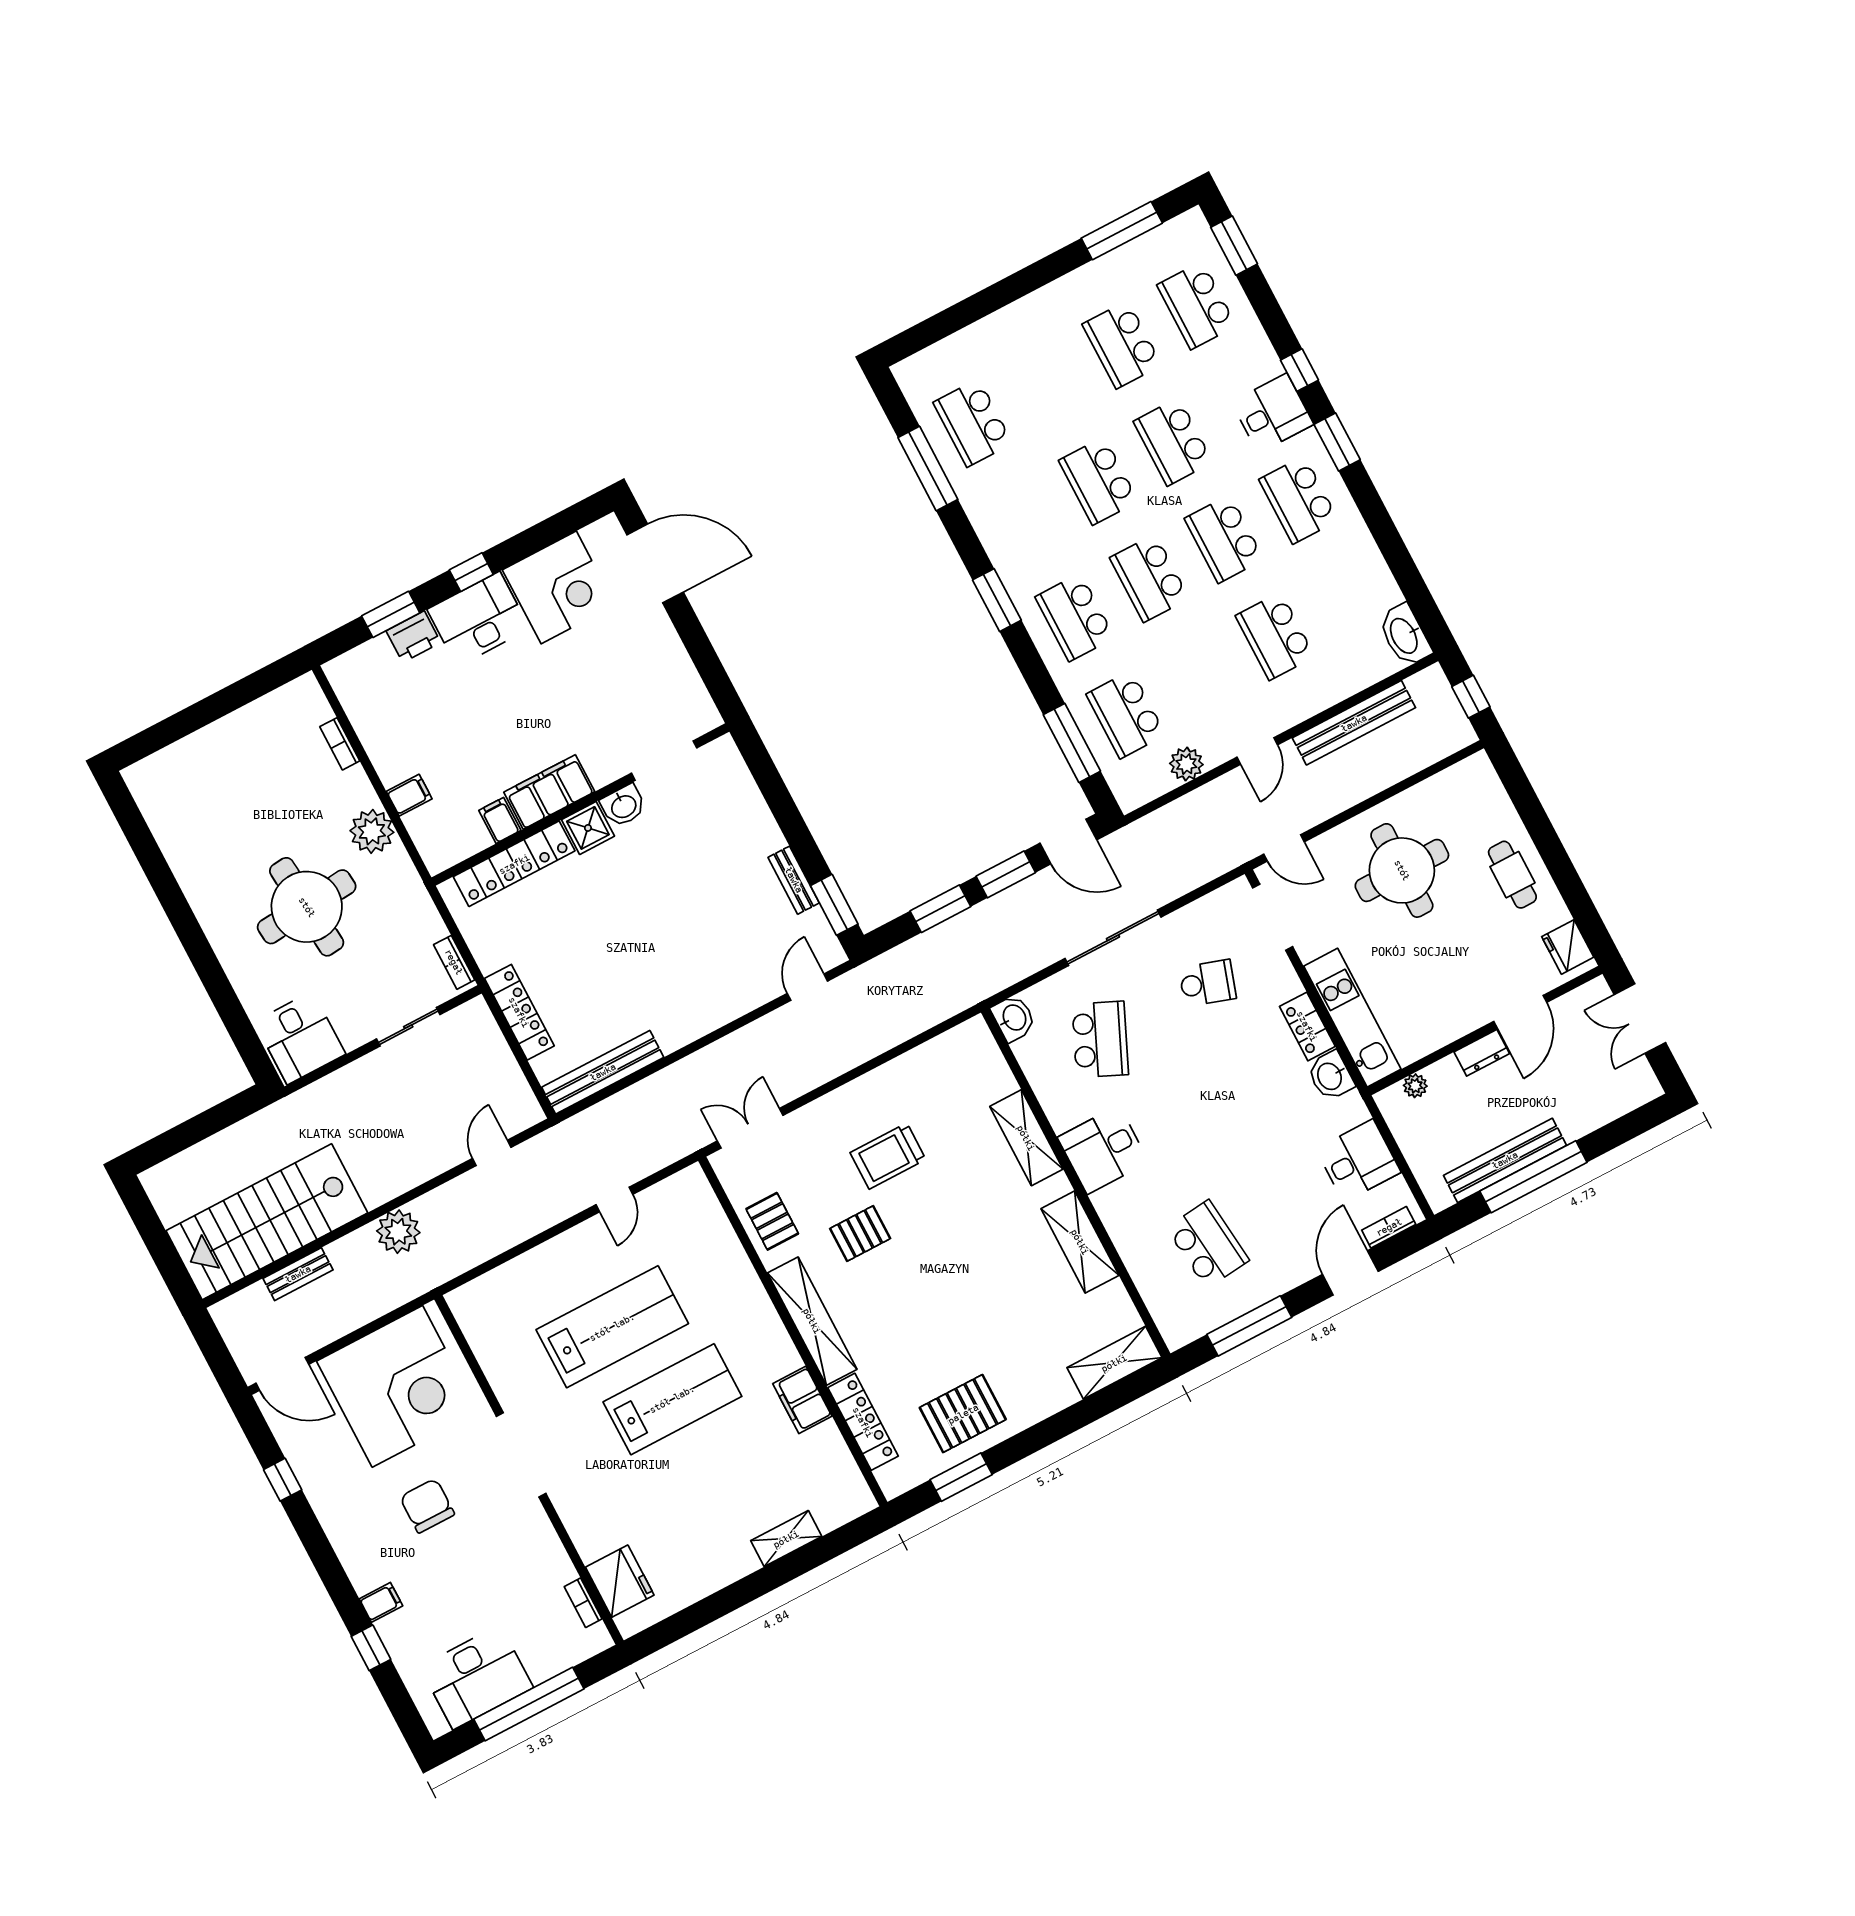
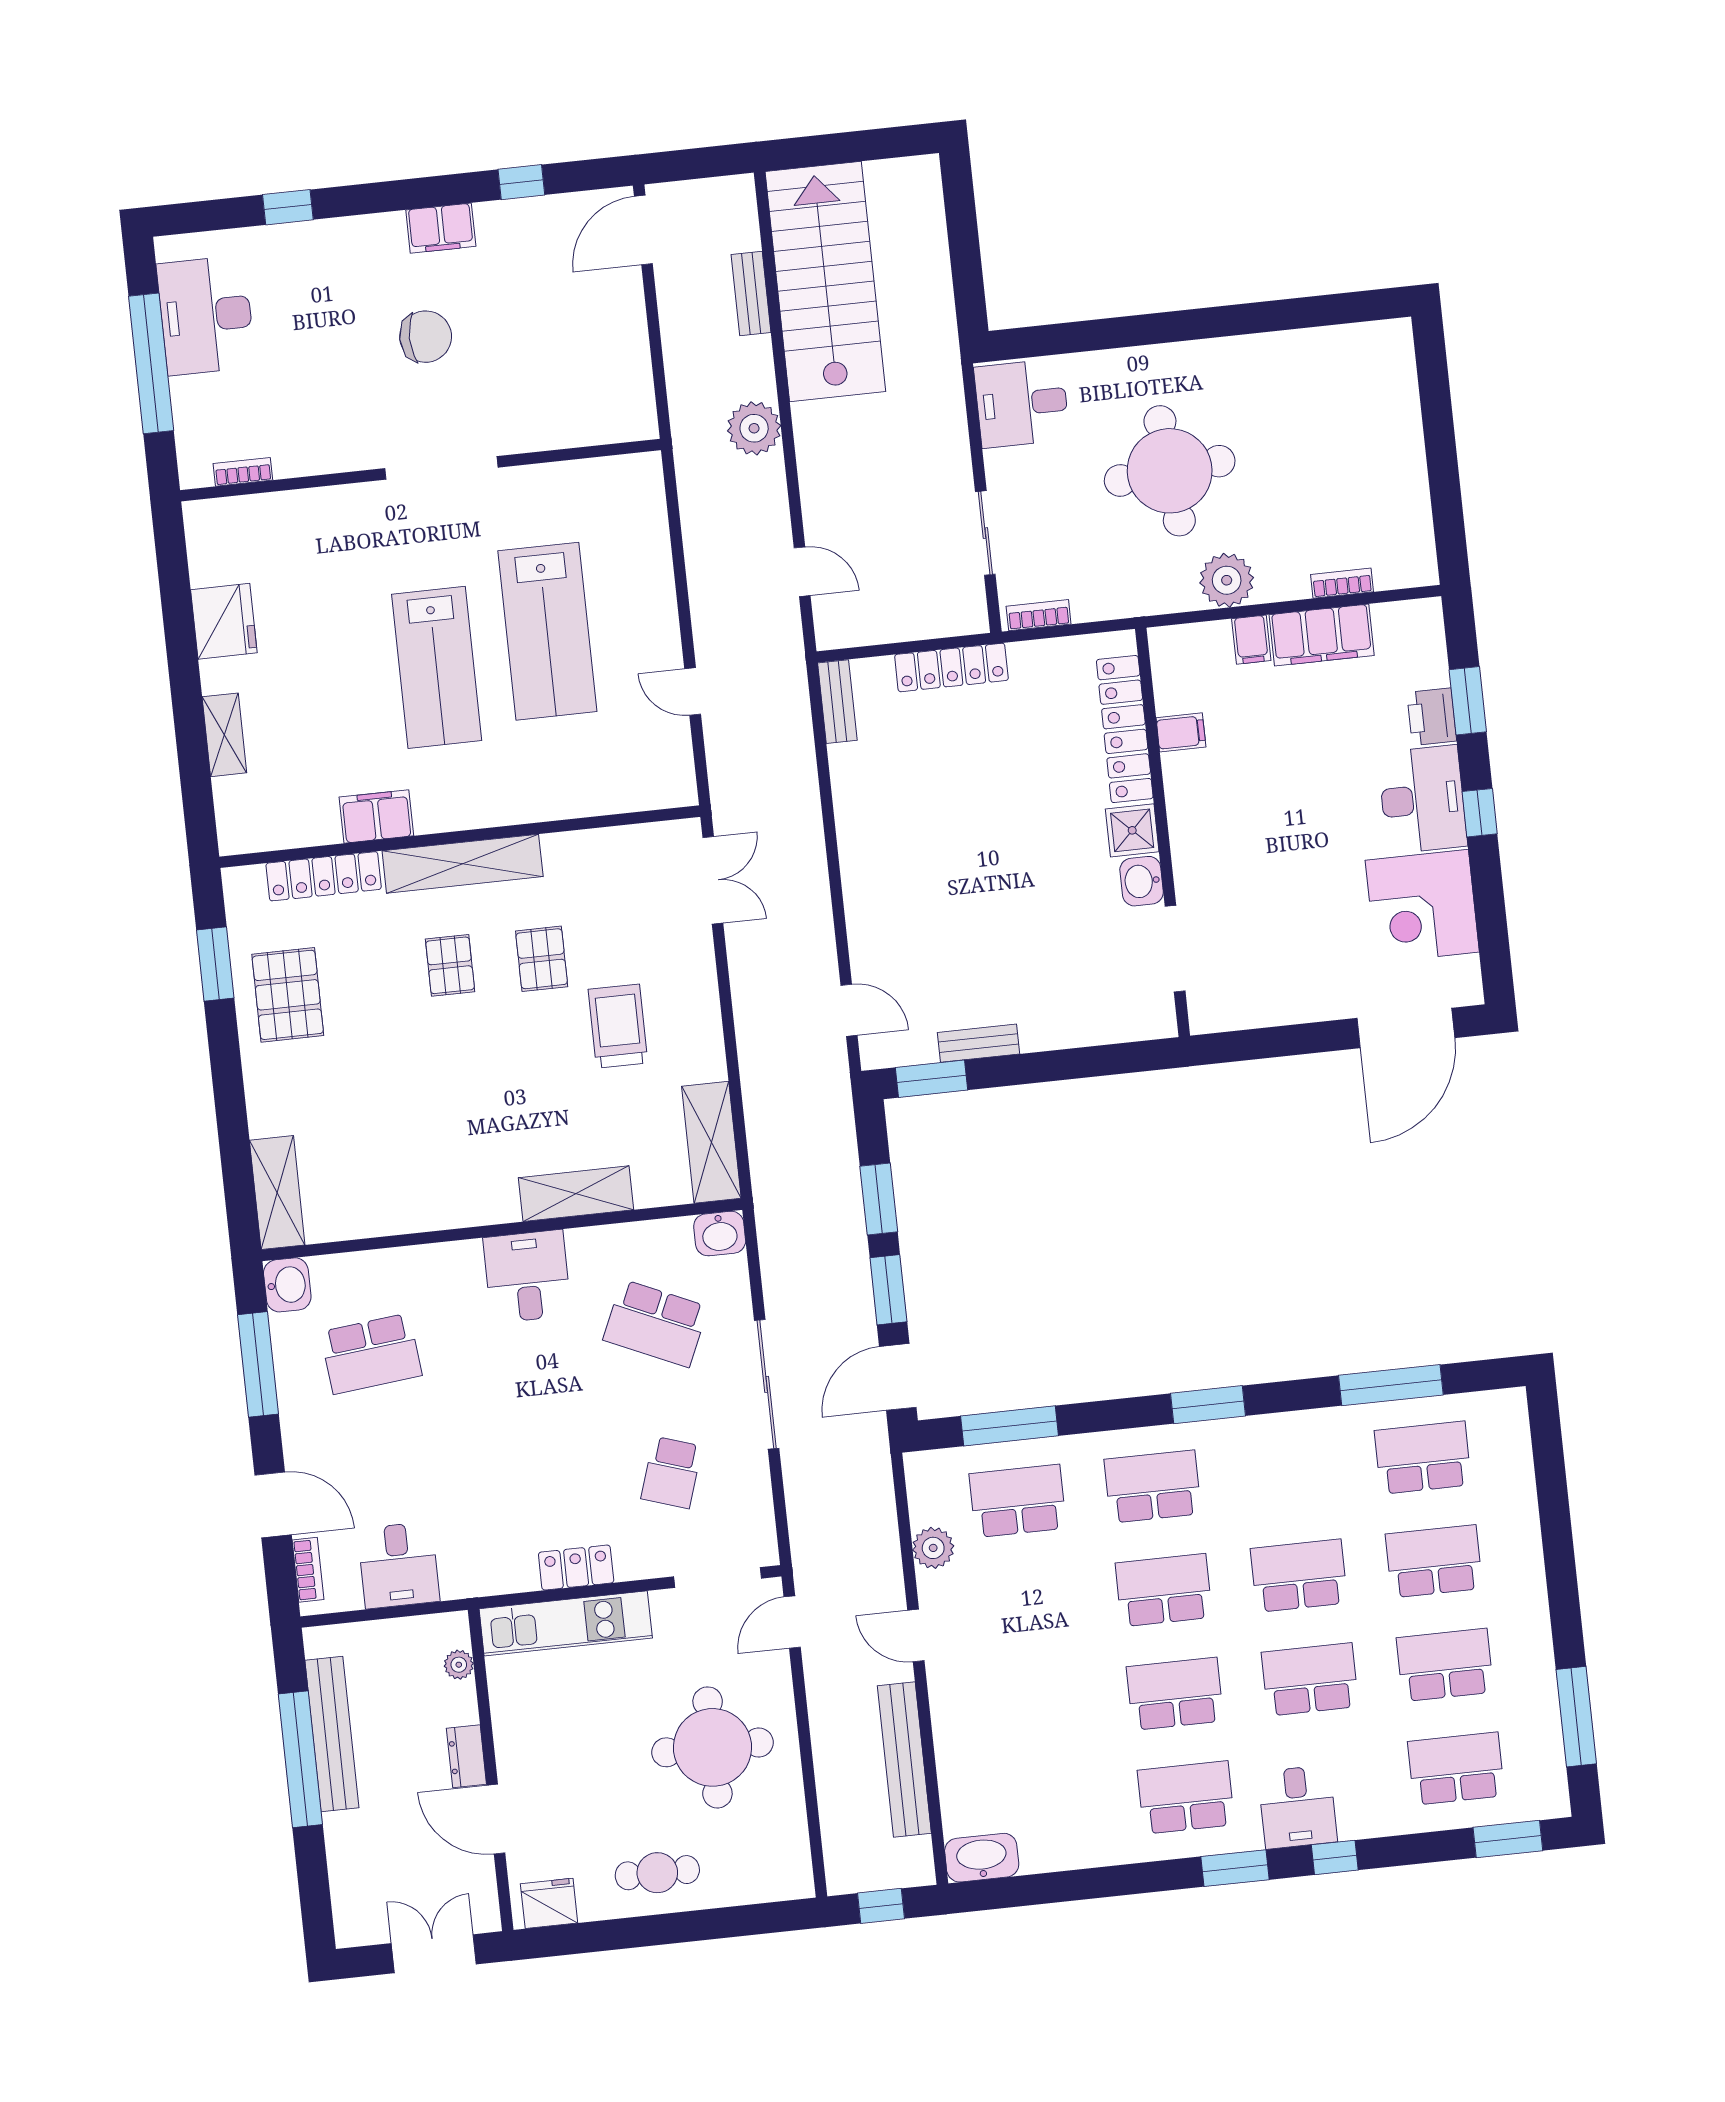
school desk: (1275, 636) -> (1434, 1561), moved
filing cabinet: (549, 792) -> (1322, 635), moved, turned 90
bench: (603, 1072) -> (837, 702), width x0.54, depth x0.82
washbasin: (1330, 1076) -> (287, 1285), moved, turned 90
pallet: (772, 1221) -> (450, 965), moved, turned 90
shelving: (1080, 1242) -> (711, 1142), moved, turned 90
corner desk: (397, 1386) -> (577, 357), removed
fridge: (620, 1581) -> (224, 621), moved, turned -90
filing cabinet: (381, 1602) -> (441, 228), moved, width x2.00

